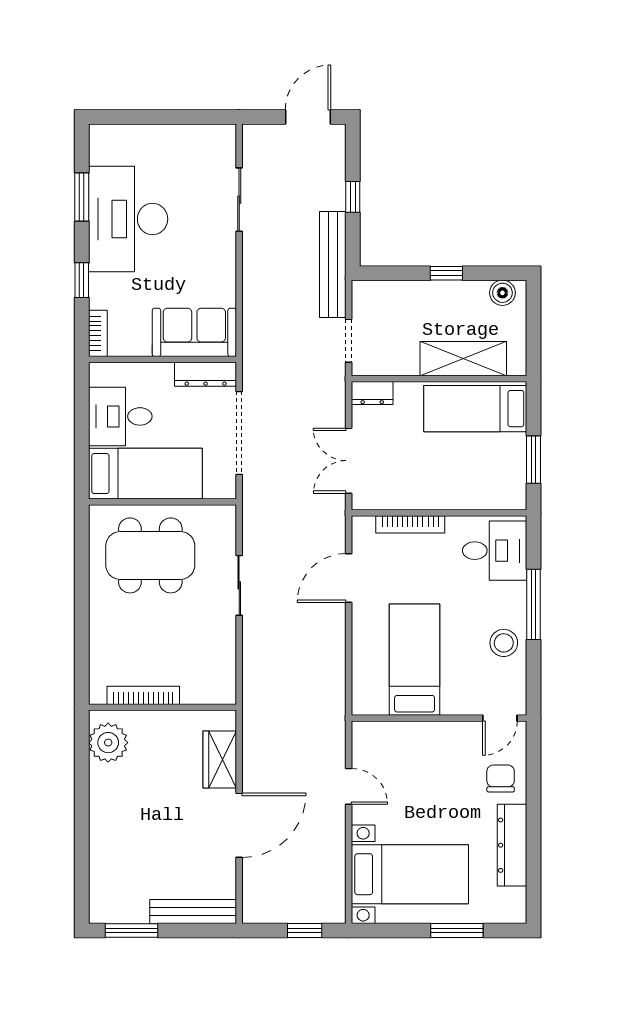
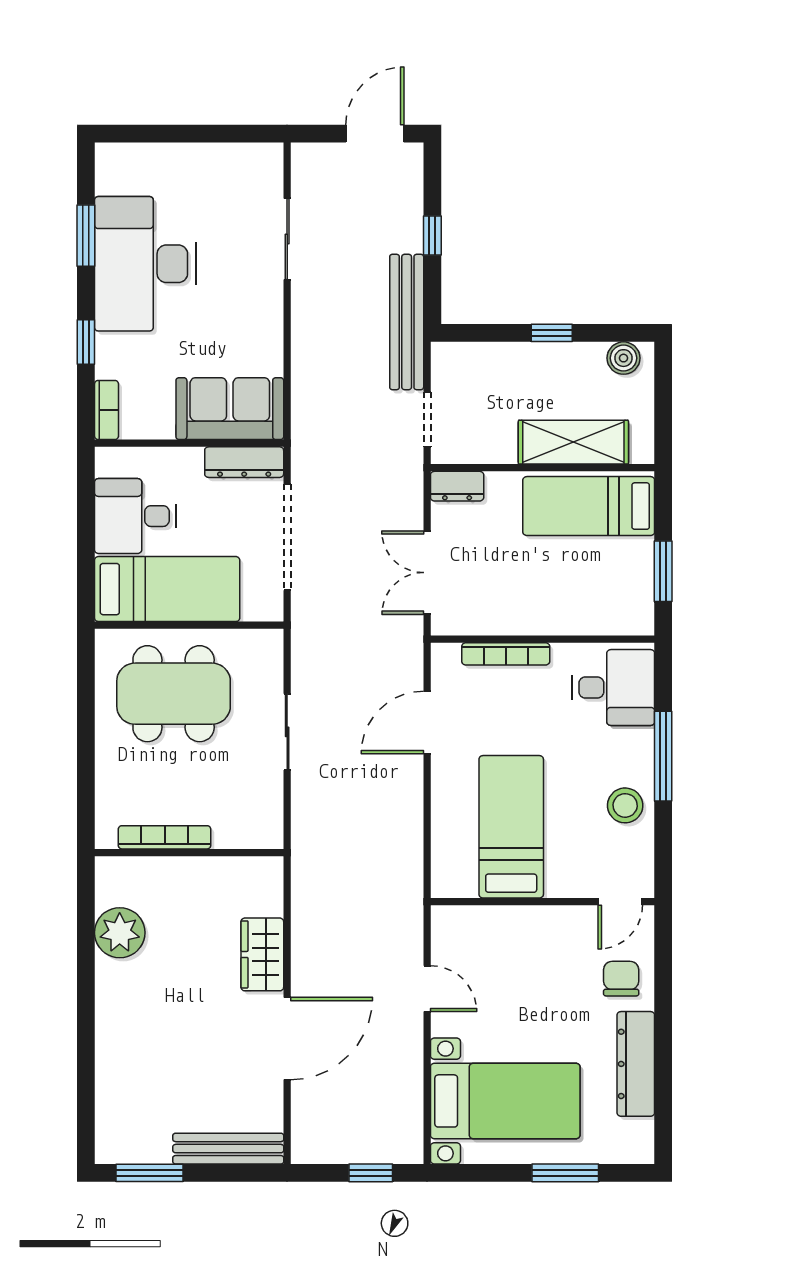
bookcase: (143, 695) -> (165, 837), moved
wall: (162, 707) -> (189, 853), moved

